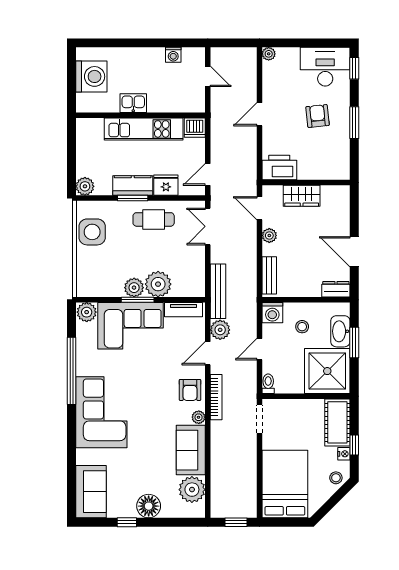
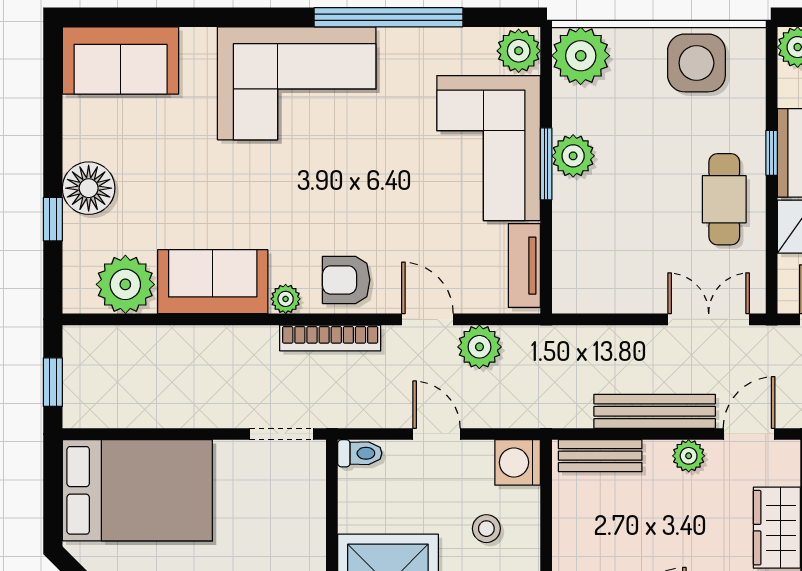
window: (133, 198) -> (772, 153), width x0.67
plant: (158, 284) -> (581, 56), moved
bench: (218, 291) -> (655, 411), moved
window: (127, 522) -> (53, 219), moved

